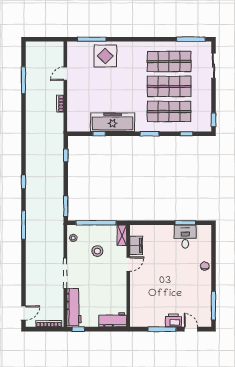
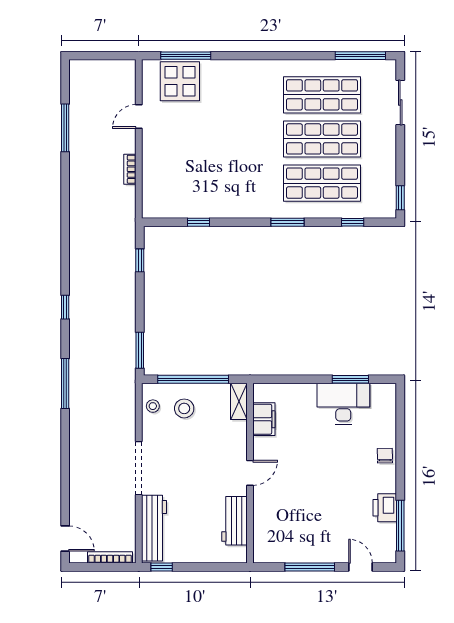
display table: (105, 56) -> (180, 81), moved
freezer: (113, 122) -> (222, 202), removed
desk: (185, 237) -> (343, 404), width x1.37
stool: (97, 251) -> (184, 408), moved
door: (128, 264) -> (250, 473), moved
door: (23, 313) -> (65, 538), hinge flipped
workbench: (113, 320) -> (234, 521), moved, turned -90
printer: (173, 320) -> (385, 508), moved, turned -90

